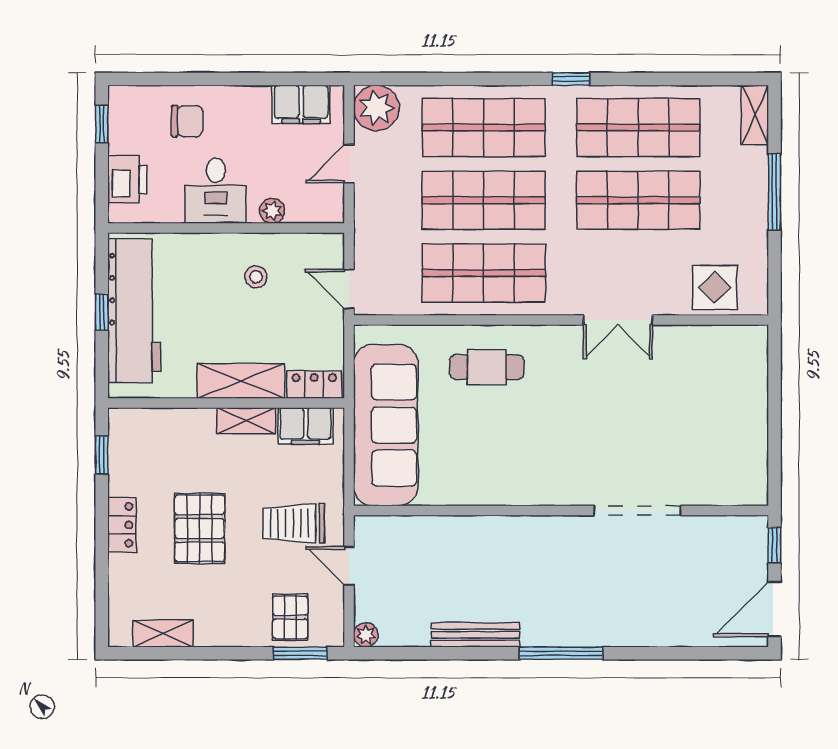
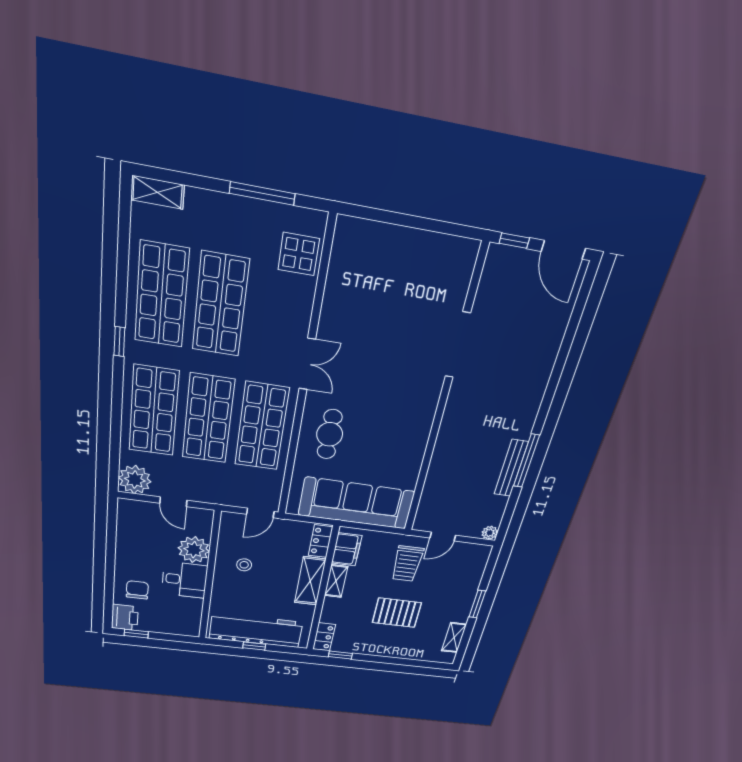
filing cabinet: (301, 104) -> (130, 525), removed
printer: (128, 179) -> (125, 617), moved, turned 90
window: (774, 192) -> (262, 193), moved
plant: (272, 211) -> (194, 550), width x1.88, depth x1.88
double door: (618, 320) -> (307, 364), moved
locker: (122, 525) -> (324, 637), moved, turned 90
pallet: (290, 617) -> (465, 573), removed
window: (300, 653) -> (477, 604), moved
window: (561, 653) -> (526, 461), moved

